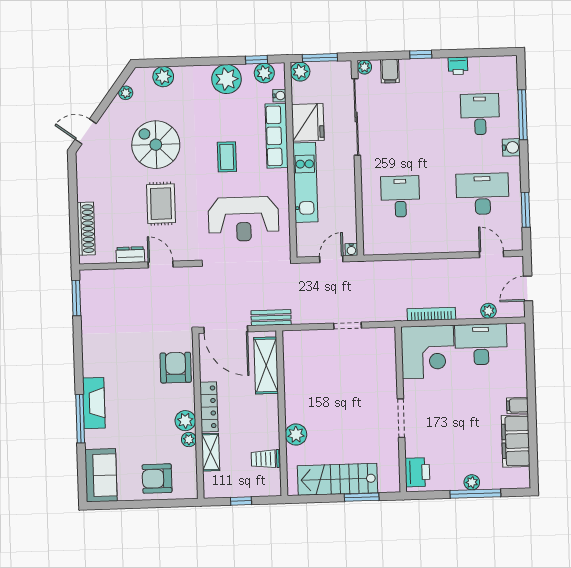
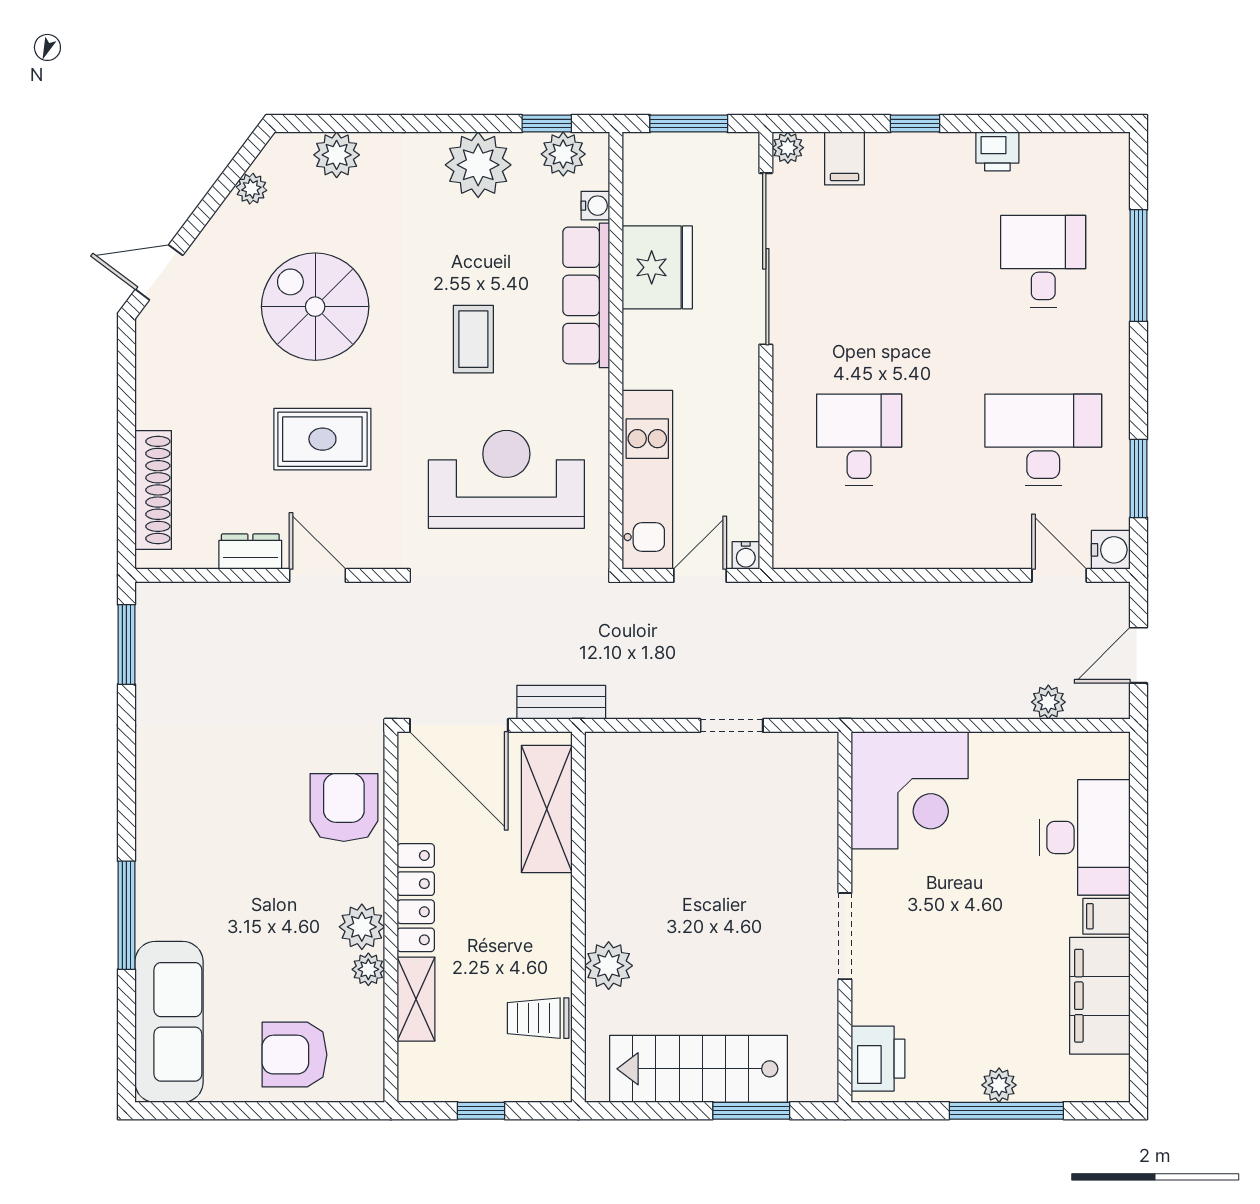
plant: (300, 72) -> (644, 153), removed
water cooler: (511, 147) -> (1111, 550), moved
kitchen unit: (305, 182) -> (647, 480), moved
rug: (161, 204) -> (322, 439), turned 90
reception desk: (244, 219) -> (506, 479), turned 180
bookcase: (431, 314) -> (920, 705), removed
desk: (481, 344) -> (1085, 837), moved, turned 90
fireplace: (94, 403) -> (158, 881), removed
sofa: (101, 475) -> (169, 1022), width x1.36

